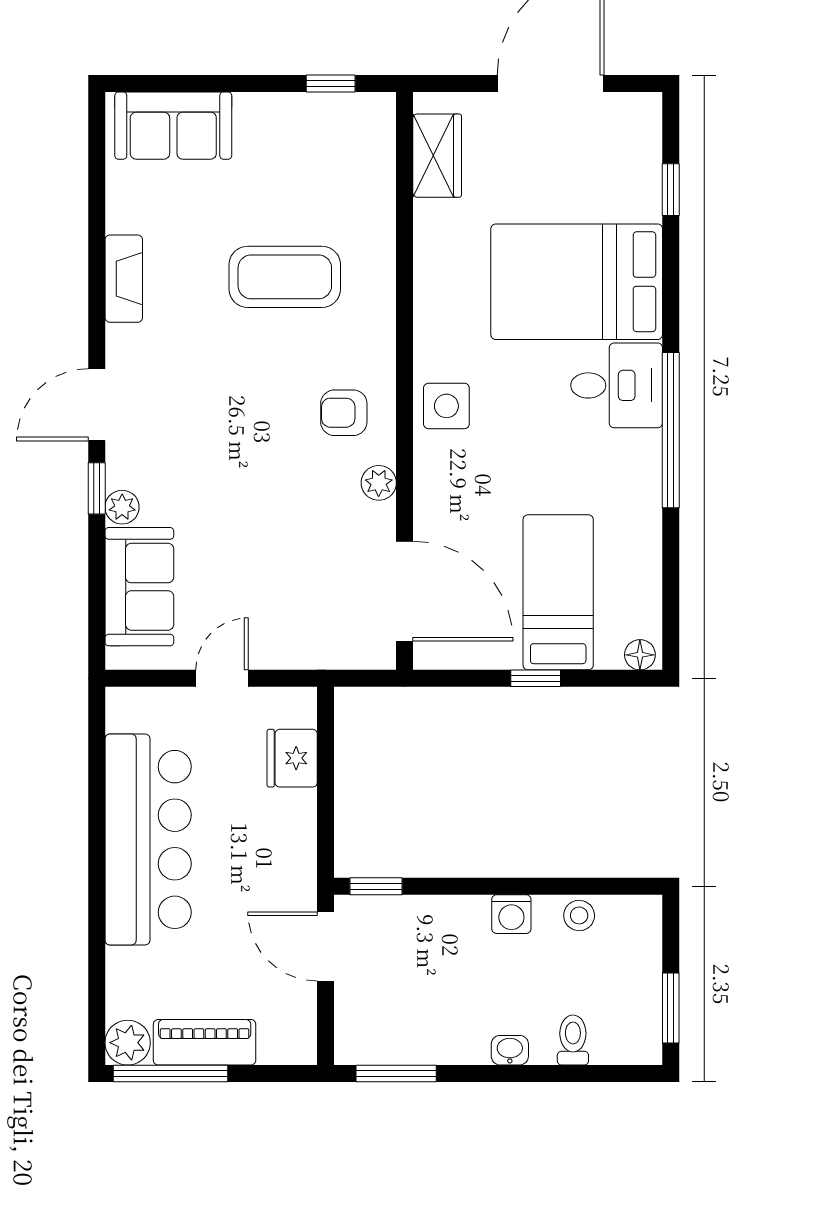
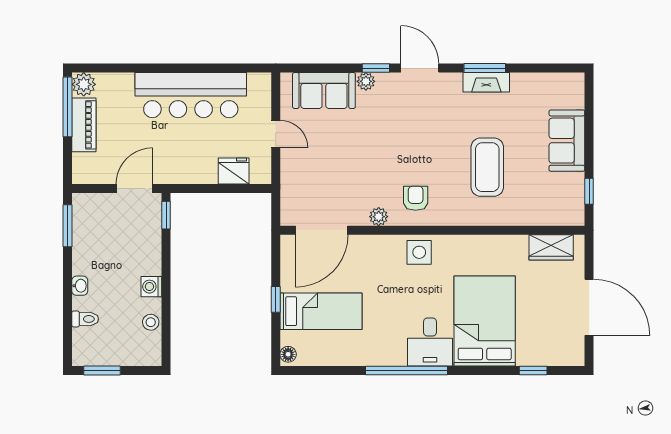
sofa: (173, 126) -> (567, 141), moved
window: (97, 282) -> (485, 68), added

